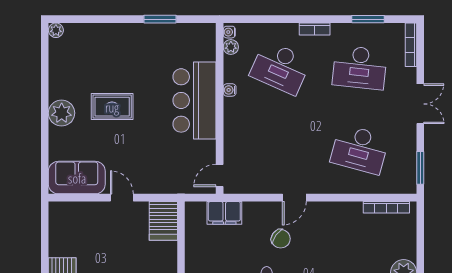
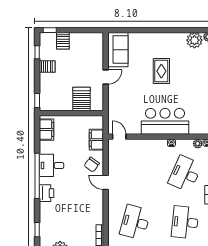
plant: (62, 113) -> (194, 40), moved
server rack: (163, 221) -> (81, 99), moved, turned 90
chair: (281, 239) -> (92, 165), moved

